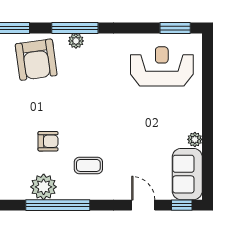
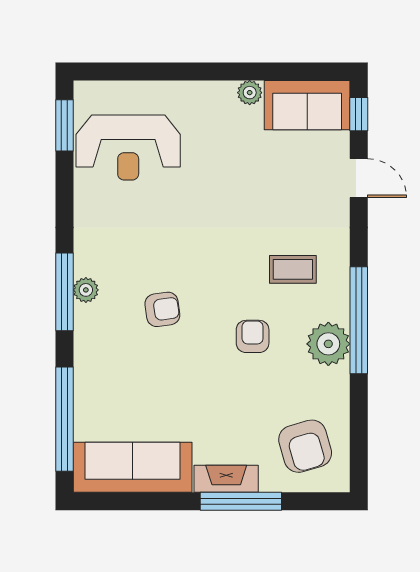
armchair: (36, 60) -> (162, 309), moved, width x0.53, depth x0.53
reception desk: (162, 66) -> (128, 147), turned -90
coffee table: (88, 165) -> (293, 269), turned 90
door: (143, 205) -> (359, 178), swing flipped

